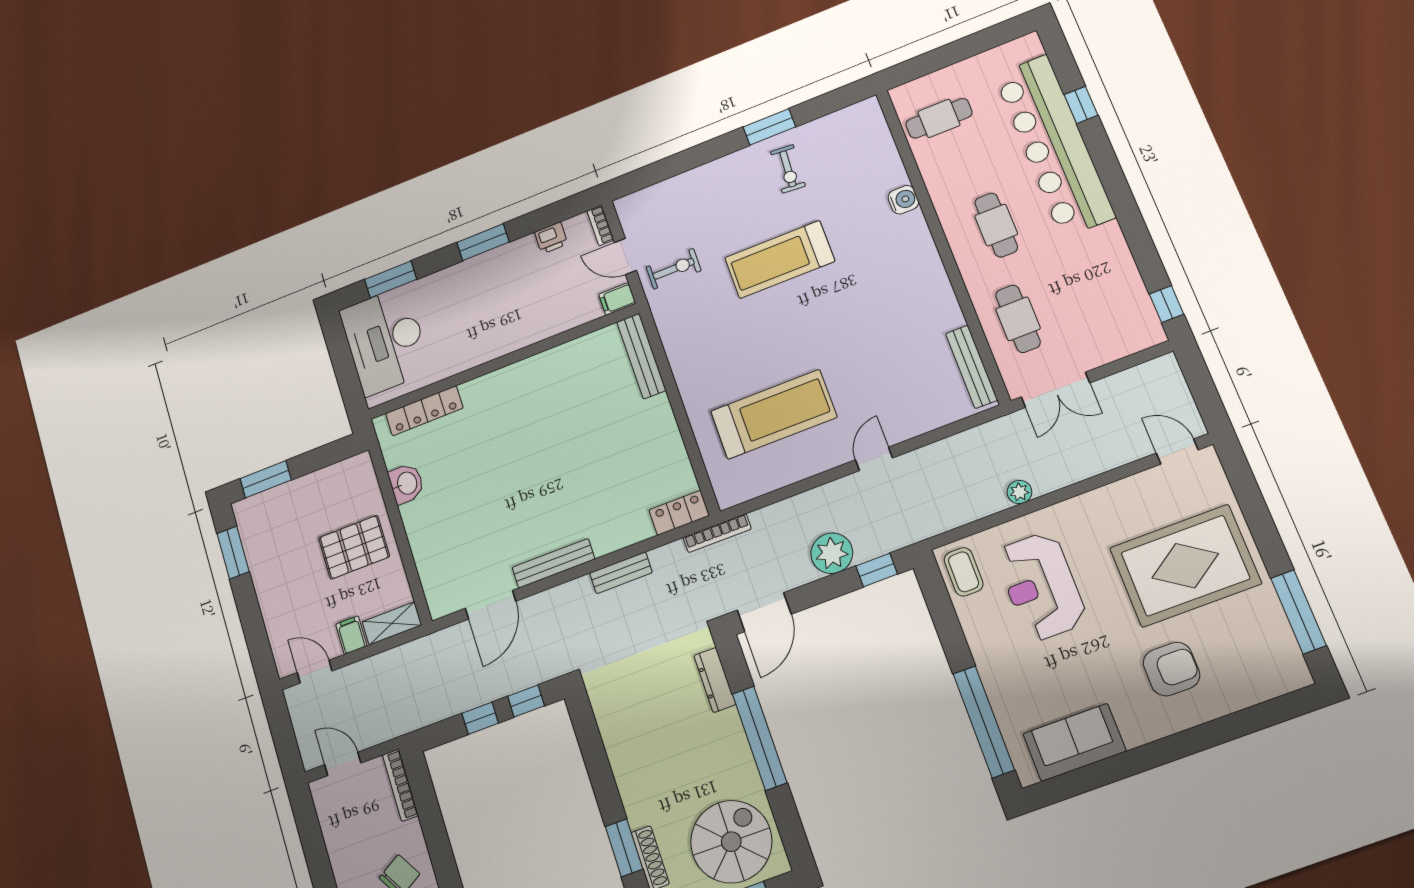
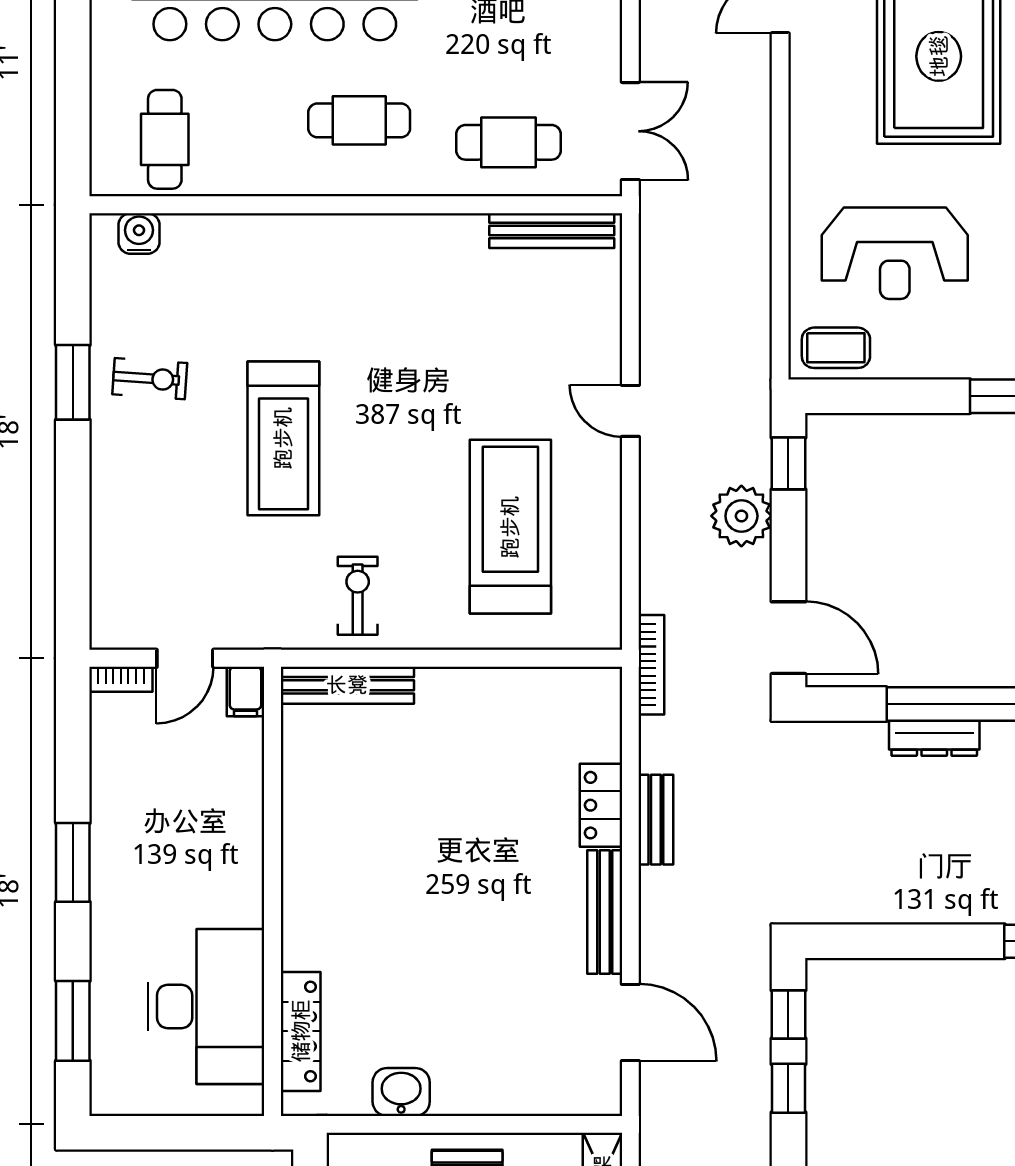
water cooler: (903, 200) -> (139, 233), moved
printer: (551, 238) -> (110, 758), removed
exercise bike: (674, 269) -> (358, 596), moved
desk: (385, 341) -> (206, 1007), moved, turned -90
plant: (1019, 492) -> (754, 233), removed
locker: (679, 513) -> (601, 805), moved
dresser: (715, 680) -> (934, 738), moved

